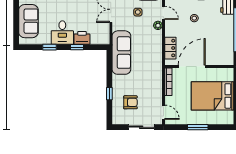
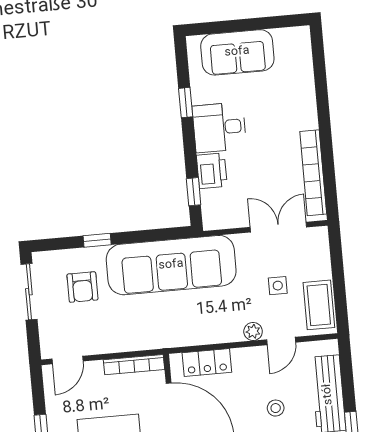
window: (77, 47) -> (194, 192), moved
sofa: (121, 53) -> (171, 265), width x1.36, depth x1.27
sliding door: (141, 127) -> (29, 292), moved

